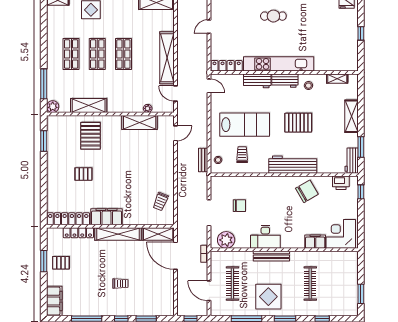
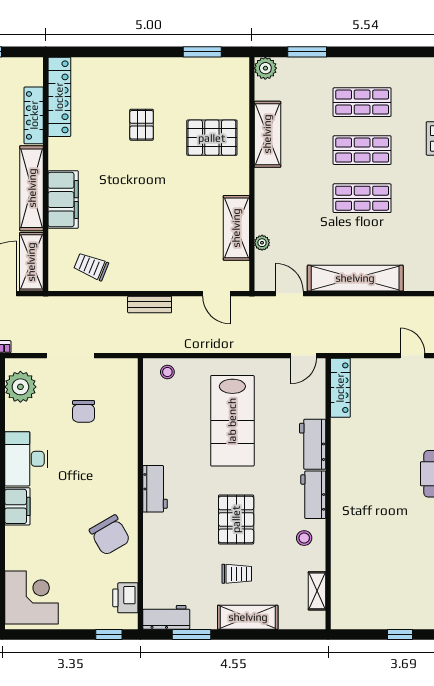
kitchen unit: (279, 64) -> (344, 483), removed
window: (44, 84) -> (307, 52), width x0.69
door: (175, 94) -> (289, 294), hinge flipped
trolley: (242, 155) -> (237, 574), moved
bench: (203, 160) -> (150, 305), moved
workbench: (293, 165) -> (155, 489), width x0.53, depth x0.76
filing cabinet: (107, 217) -> (63, 200), moved
filing cabinet: (315, 242) -> (17, 506), moved

